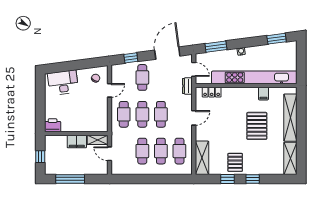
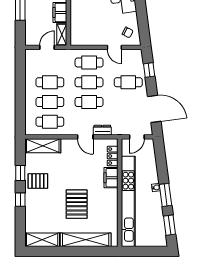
window: (216, 47) -> (166, 195), moved
dresser: (187, 86) -> (102, 130), moved
filing cabinet: (263, 94) -> (111, 178), moved, width x2.00
pallet: (257, 126) -> (77, 204), turned 90

